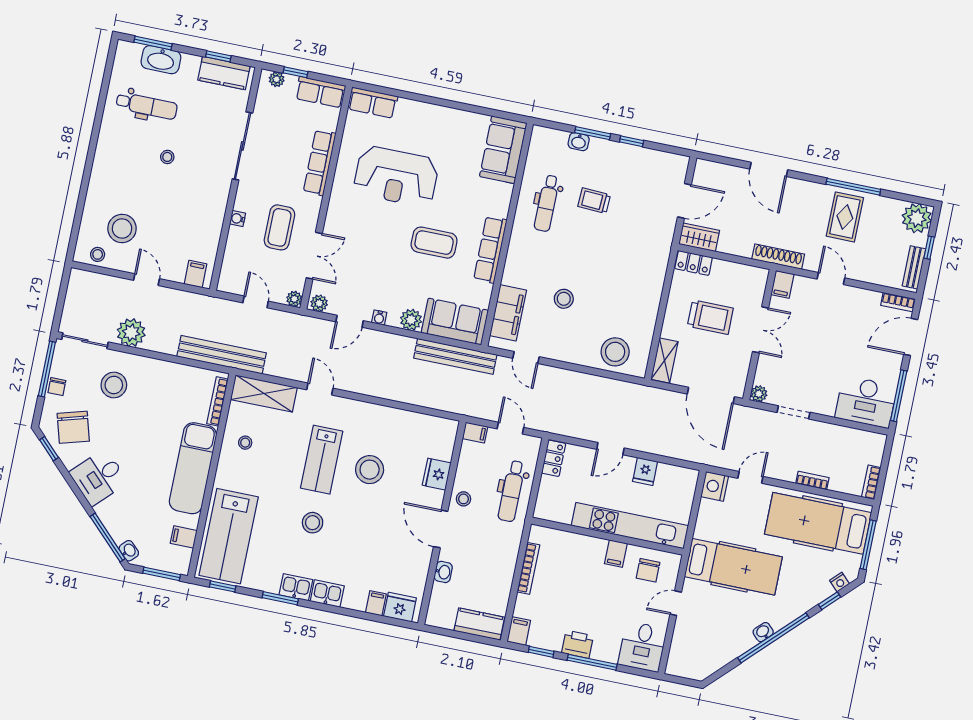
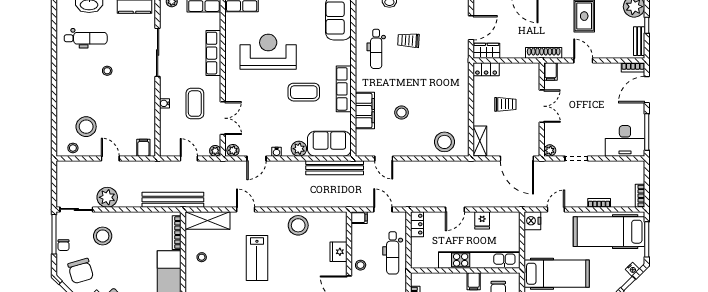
reception desk: (396, 176) -> (268, 52), turned 180
filing cabinet: (508, 313) -> (365, 111), moved
trolley: (710, 317) -> (505, 104), width x0.73, depth x0.72
stool: (370, 470) -> (298, 225), moved

